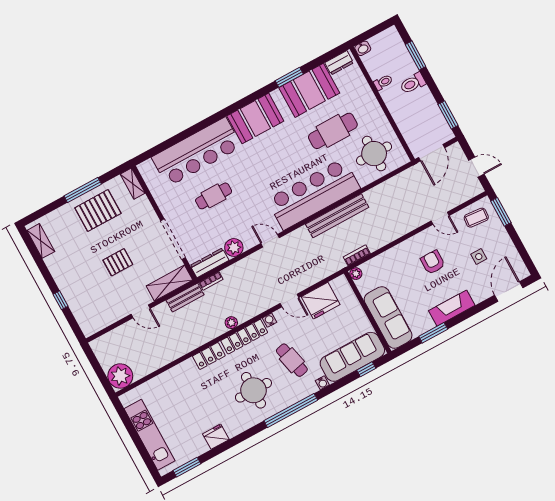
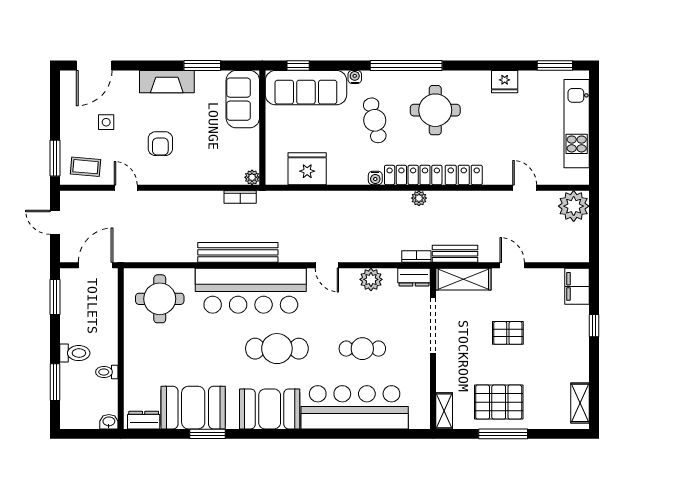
cafe table: (333, 131) -> (277, 349), moved
dresser: (210, 263) -> (414, 277), width x0.70
door: (289, 300) -> (525, 188), moved
sofa: (388, 317) -> (243, 99), width x0.73
filing cabinet: (87, 321) -> (577, 286), added

